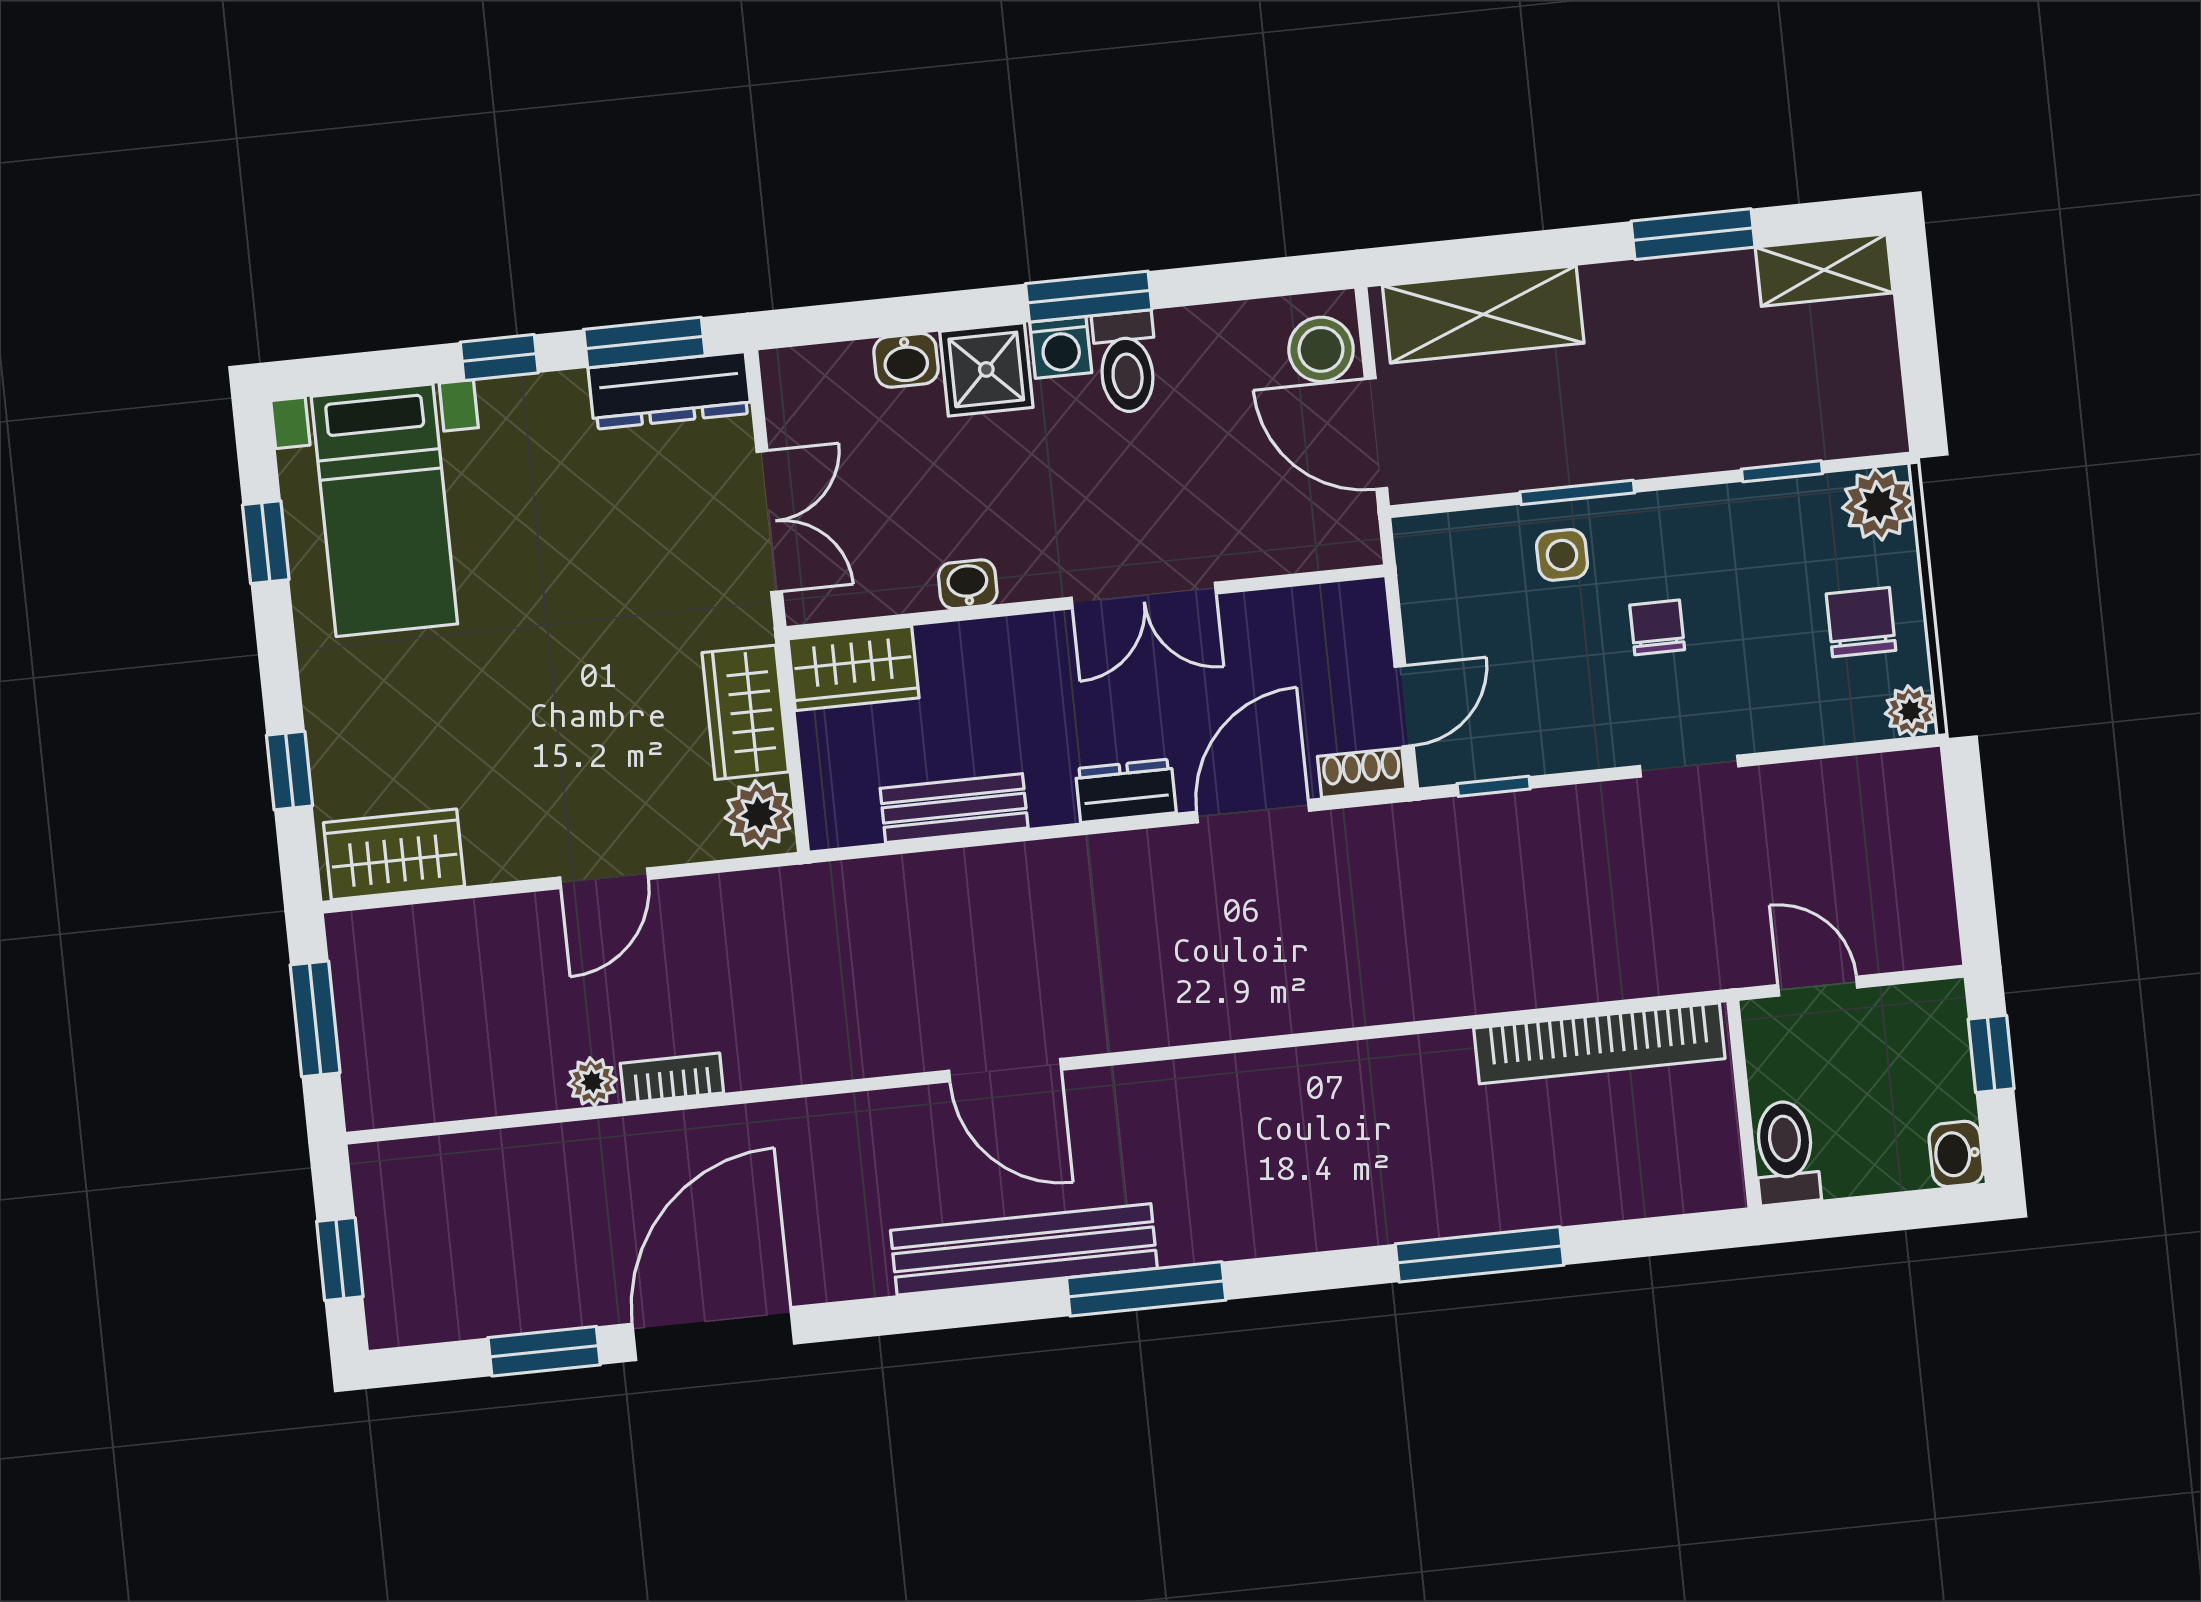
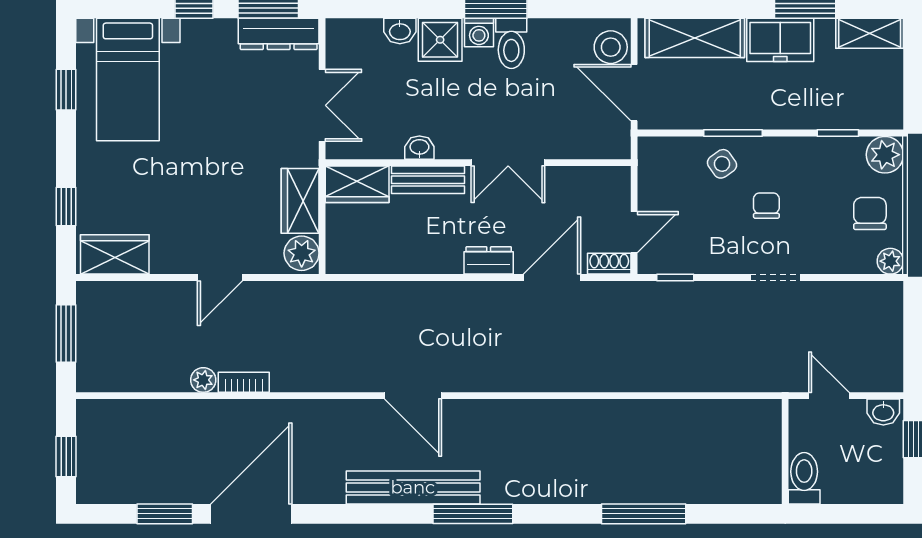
freezer: (1651, 301) -> (780, 40), added
side table: (1562, 555) -> (722, 164), turned -35
bench: (954, 808) -> (428, 180), moved
bookcase: (1599, 1043) -> (715, 413), removed
washbasin: (1956, 1154) -> (883, 412), moved, turned -90

